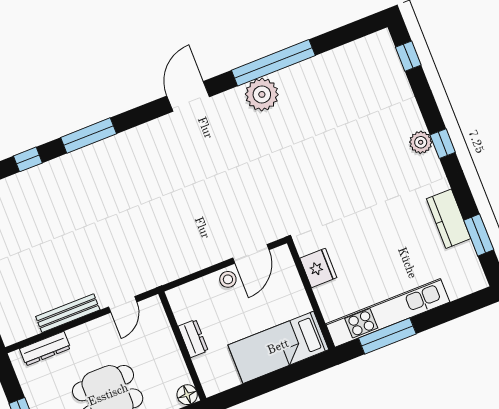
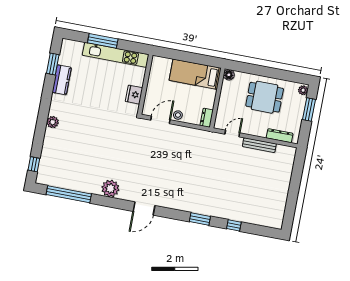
window: (273, 63) -> (69, 194), moved
window: (89, 136) -> (200, 219), width x0.69
window: (443, 144) -> (43, 115), removed
window: (387, 336) -> (103, 41), moved
dresser: (193, 338) -> (207, 118), moved
bed: (278, 347) -> (195, 74), moved, turned 180

